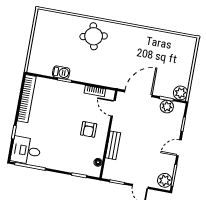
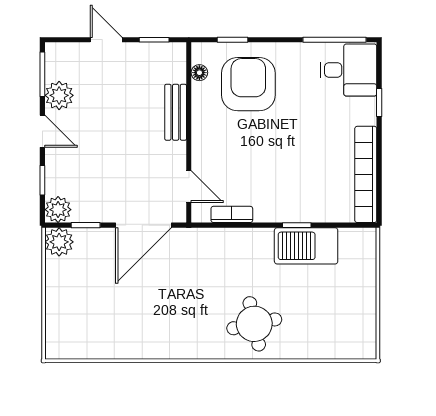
barbecue: (61, 72) -> (306, 246), width x1.88, depth x1.53
plant: (167, 107) -> (58, 210), moved
armchair: (89, 129) -> (248, 84), moved, width x1.88, depth x1.88
door: (179, 148) -> (42, 131), hinge flipped
plant: (165, 180) -> (59, 95), moved

